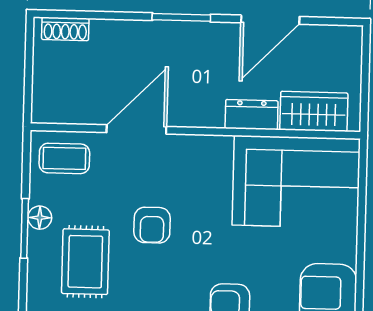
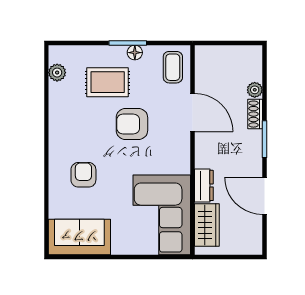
shoe rack: (65, 29) -> (255, 114), moved
plant: (103, 31) -> (255, 90), added
armchair: (152, 225) -> (132, 124), width x1.38, depth x1.38

